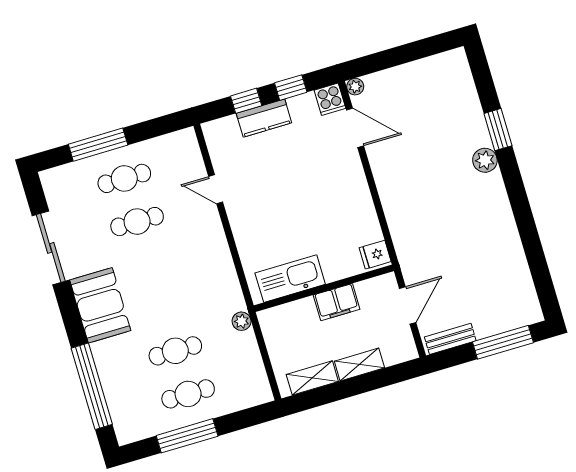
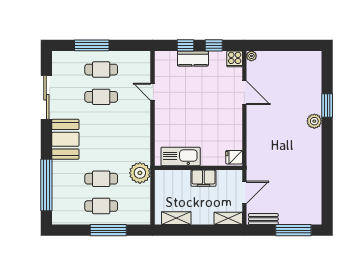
door: (355, 128) -> (244, 93), moved
plant: (242, 321) -> (140, 173), width x1.88, depth x1.88
shelving: (359, 364) -> (228, 218), moved
window: (187, 436) -> (108, 230), moved

